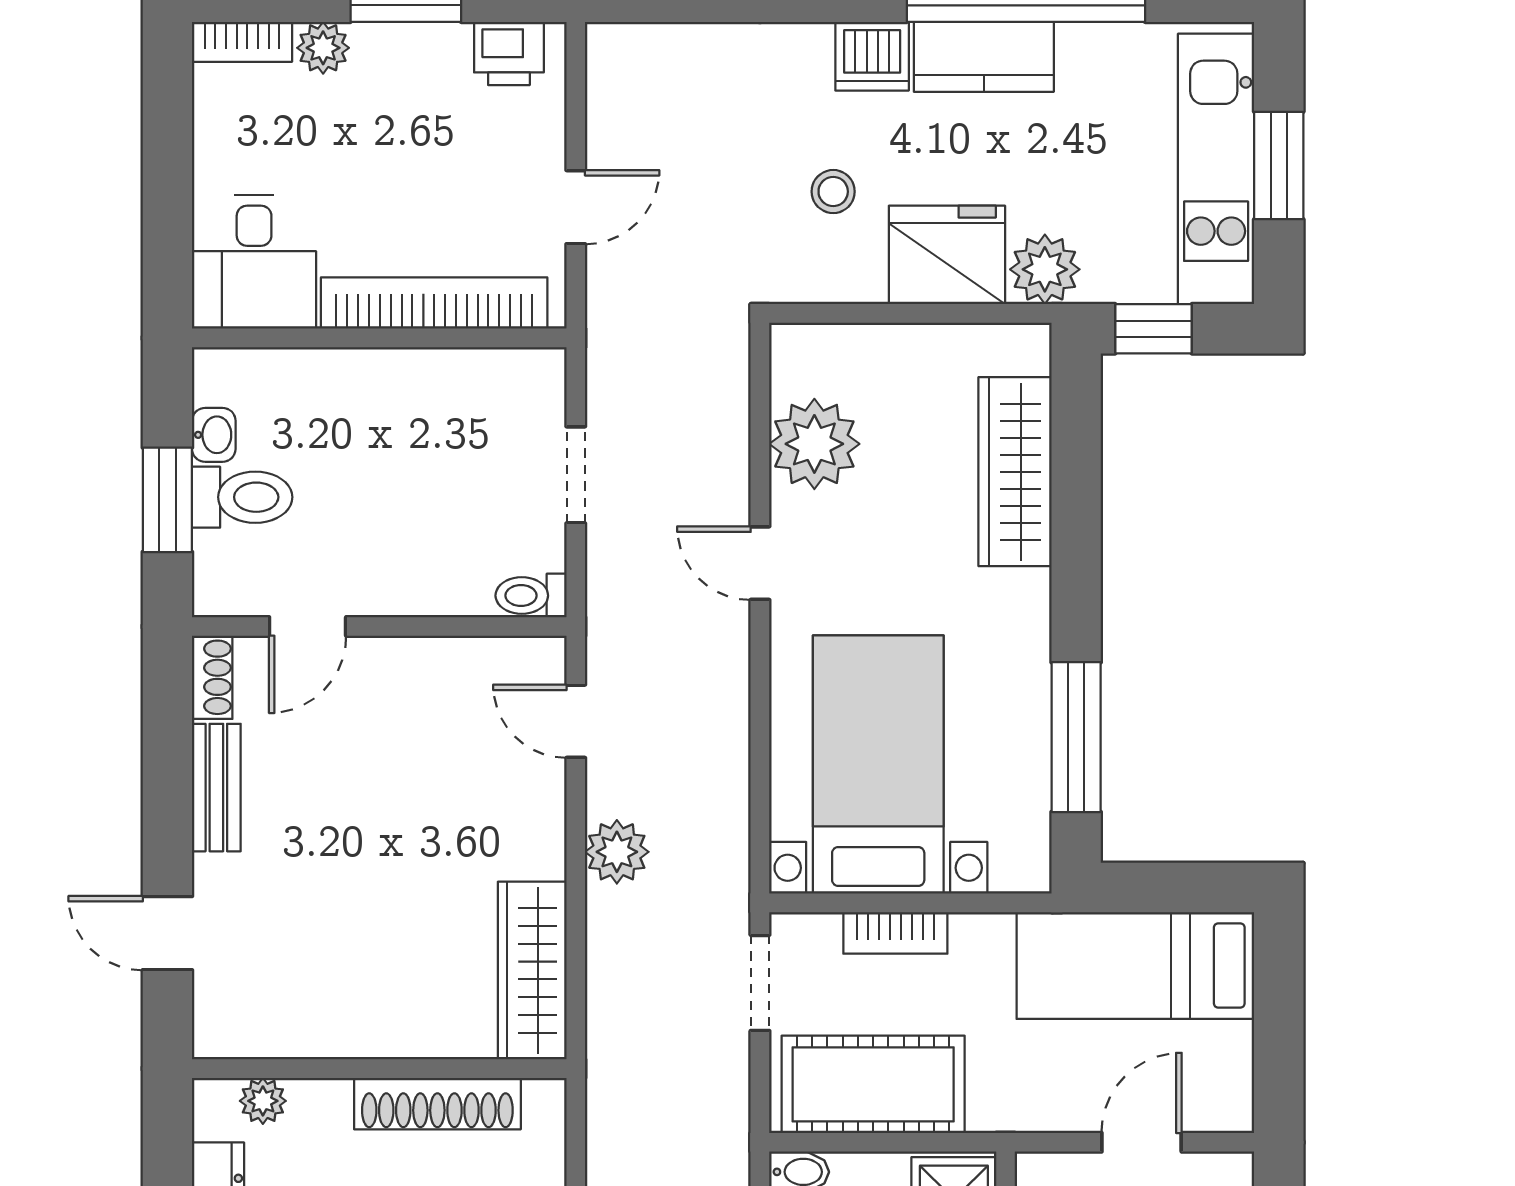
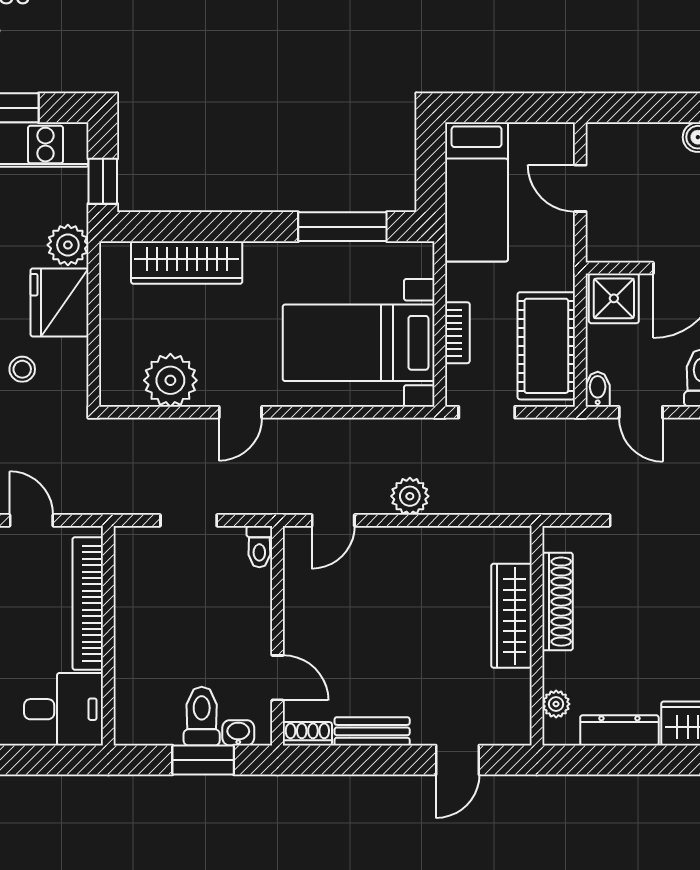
washbasin: (214, 435) -> (238, 733), moved
wardrobe: (532, 971) -> (511, 616), moved, turned 90

